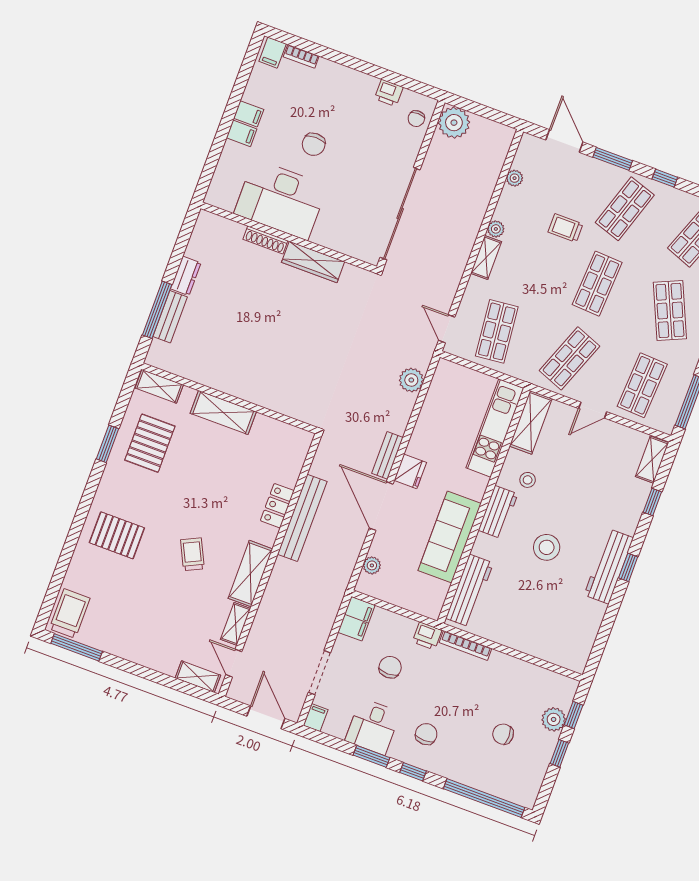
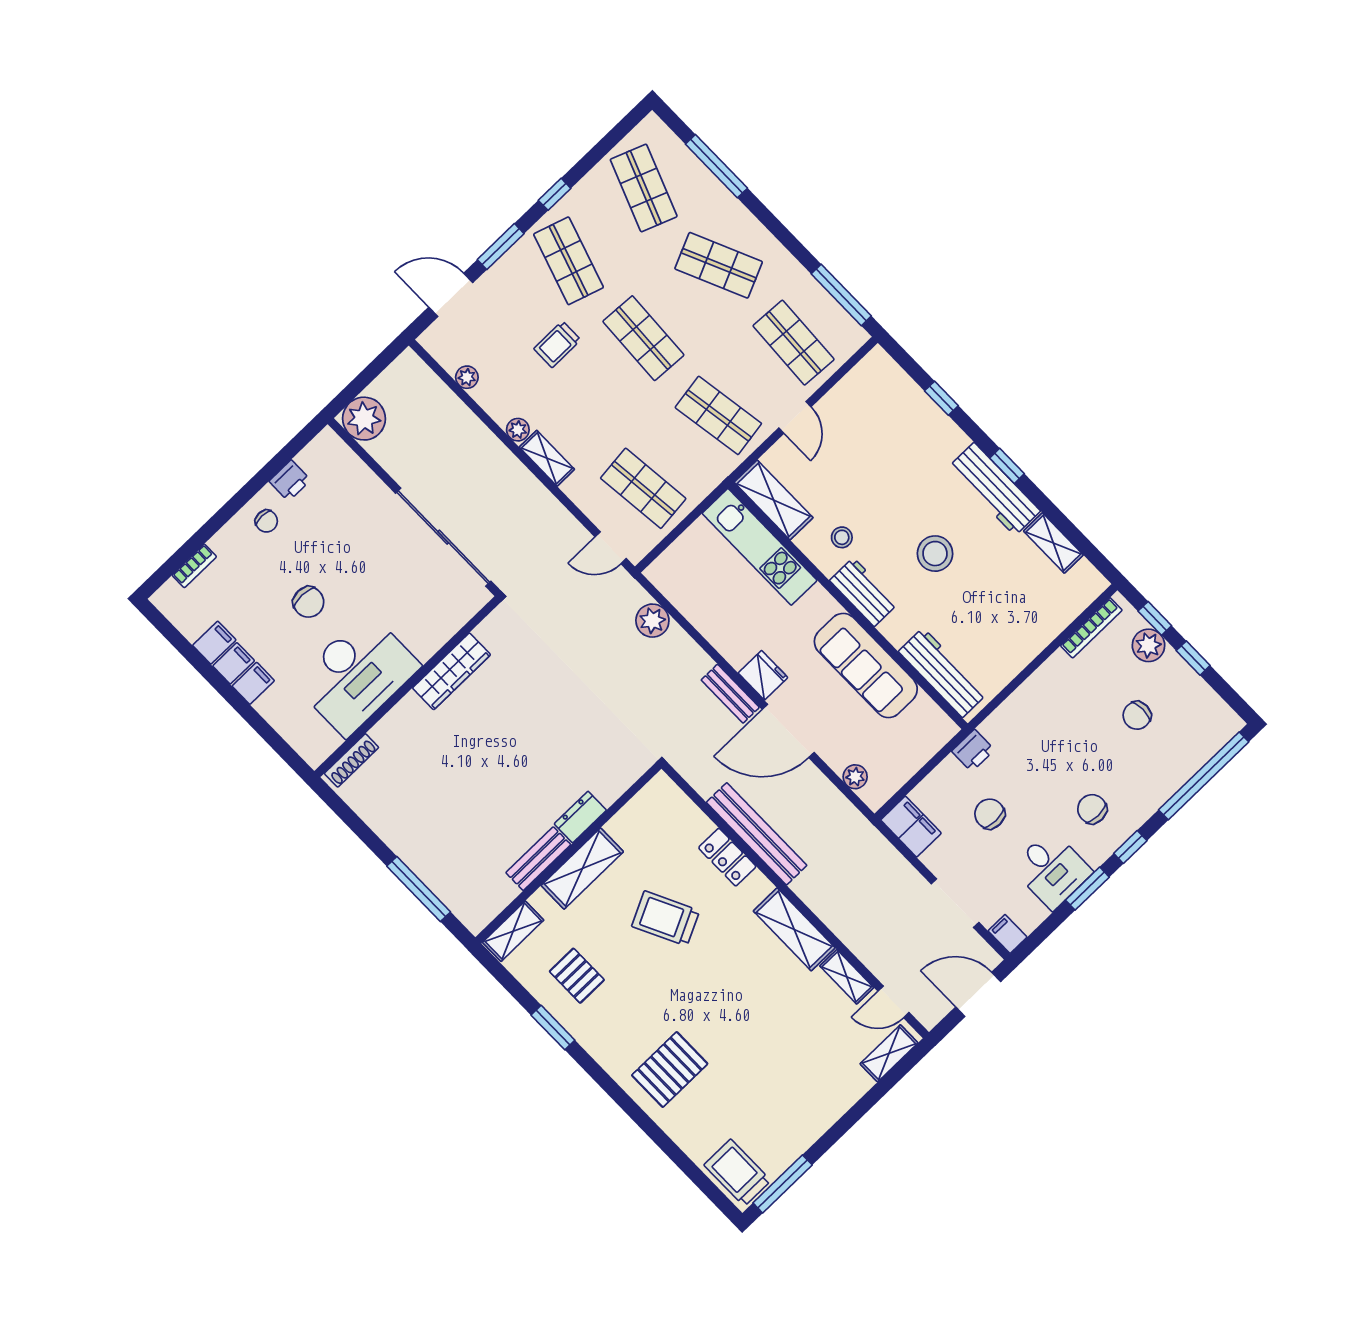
filing cabinet: (273, 53) -> (214, 643), moved, turned -90
chair: (416, 119) -> (266, 521), moved
shoe rack: (265, 240) -> (351, 760), moved
dresser: (186, 276) -> (580, 817), moved, turned -90
bench: (170, 317) -> (538, 859), moved, turned 90
shop shelf: (569, 358) -> (718, 415), turned -30
pallet: (150, 443) -> (577, 976), width x0.67, depth x0.71
shelving: (652, 460) -> (1053, 543), moved
trolley: (192, 554) -> (666, 918), moved, width x1.36, depth x1.39
bookcase: (466, 645) -> (1091, 628), moved

